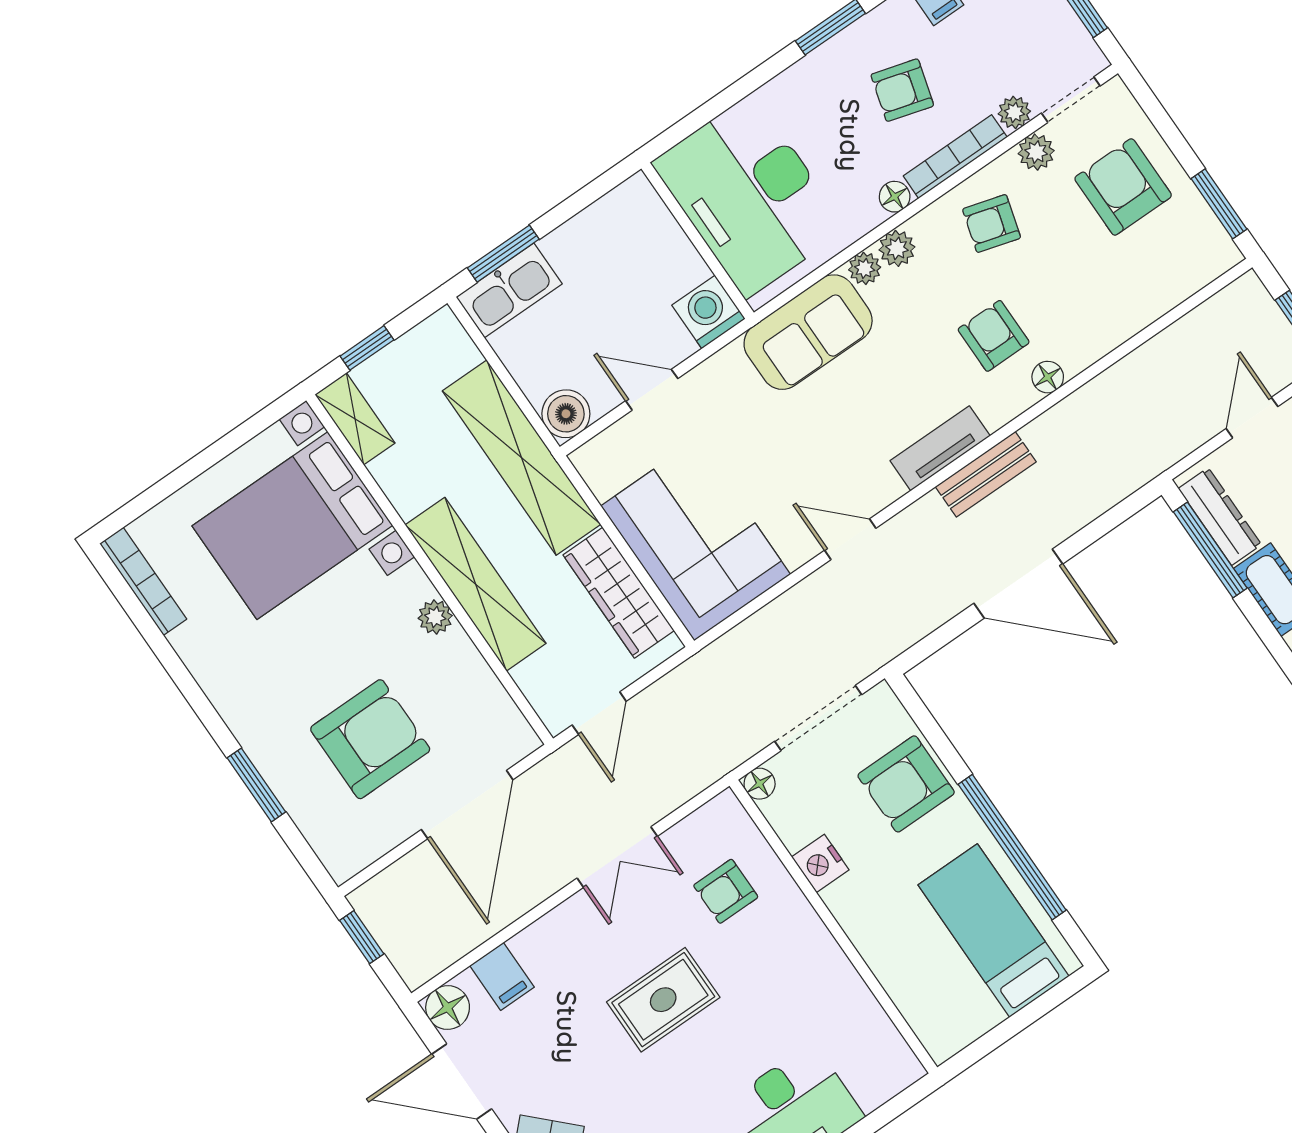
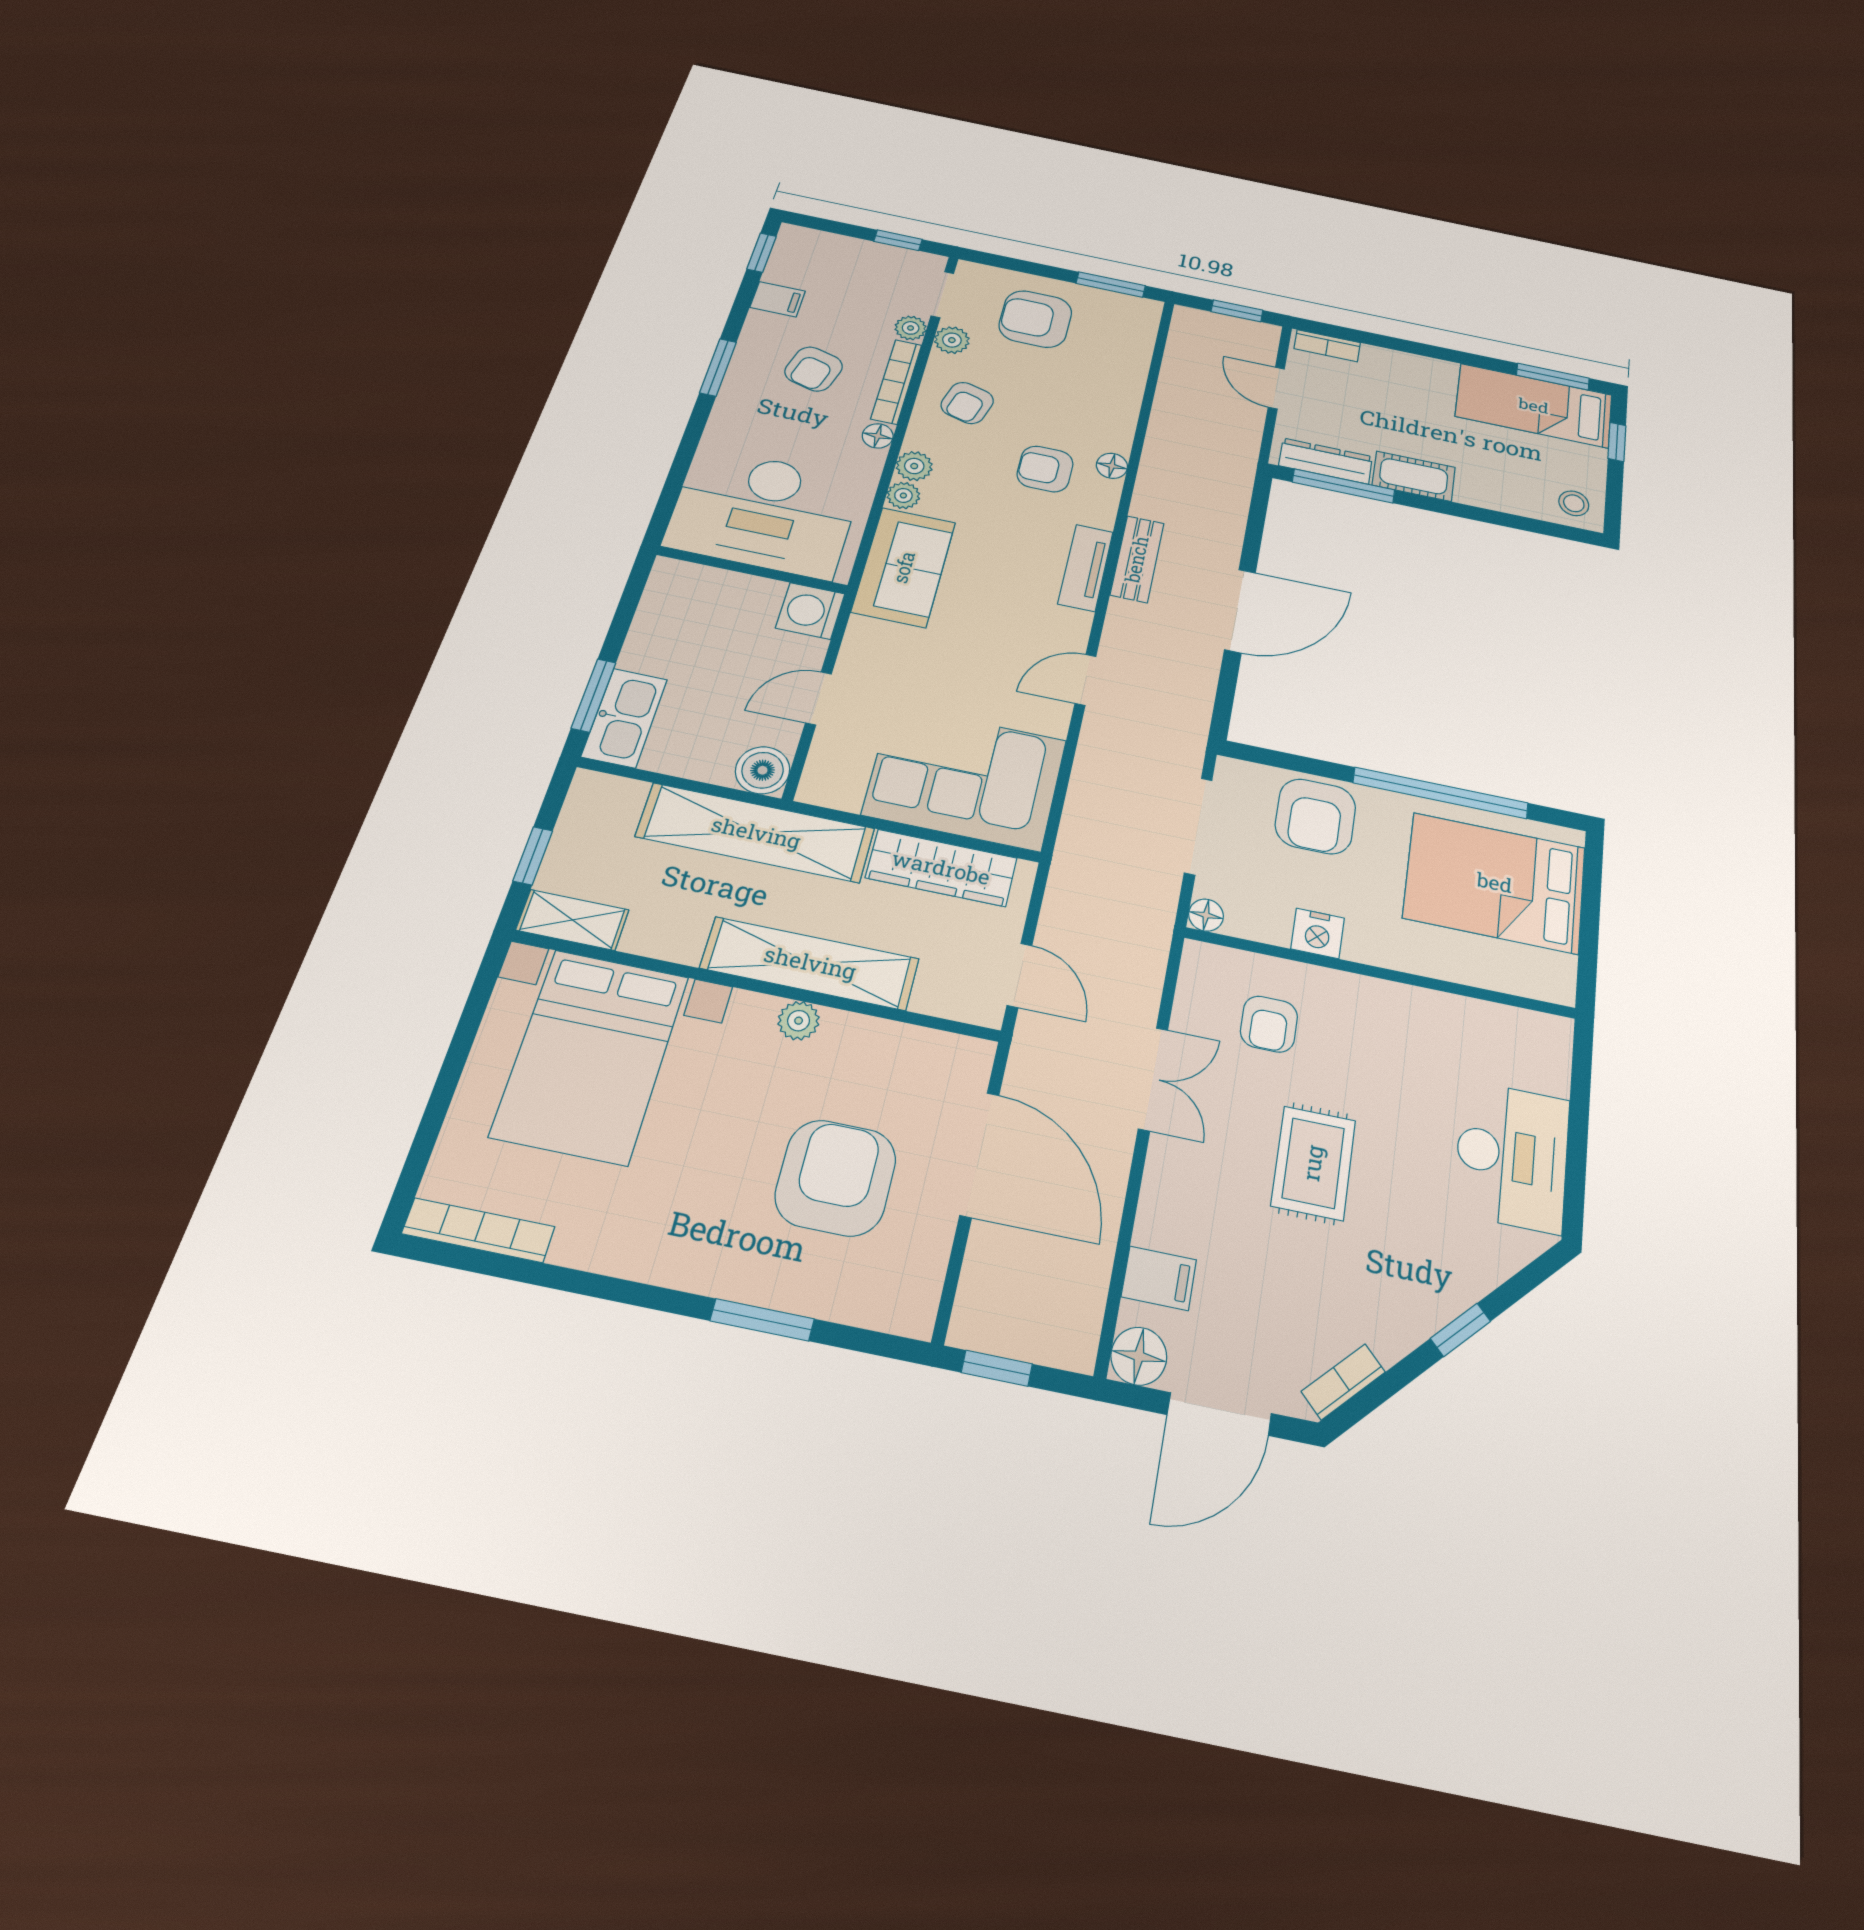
bed: (994, 931) -> (1495, 883), width x1.50

